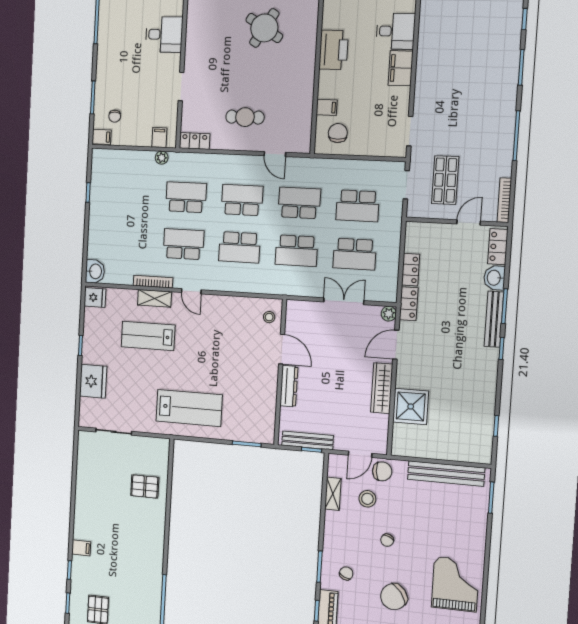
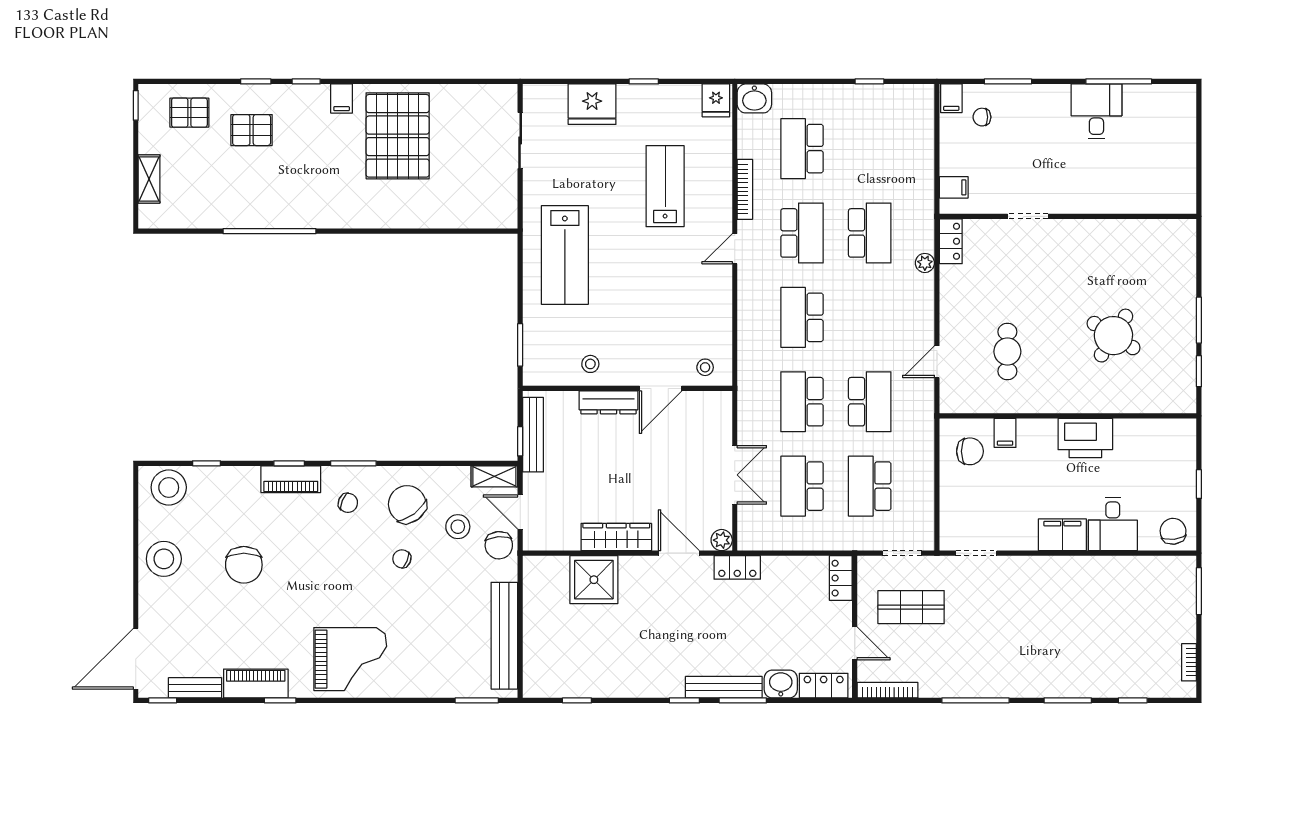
desk: (164, 34) -> (1096, 111), moved, turned 180
cafe table: (245, 117) -> (1007, 352), moved
plant: (162, 158) -> (925, 263), moved
school desk: (242, 200) -> (802, 149), moved, turned 180
locker: (411, 270) -> (841, 578), moved, turned 90
shelving: (155, 298) -> (721, 193), removed
stool: (262, 397) -> (590, 364), added
pallet: (145, 487) -> (398, 136), moved, width x2.05, depth x2.00
shelving: (333, 494) -> (494, 476), moved
chair: (394, 597) -> (407, 504), moved

